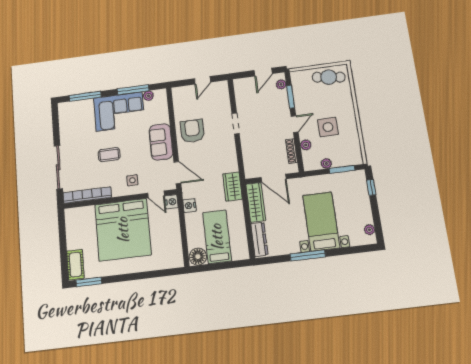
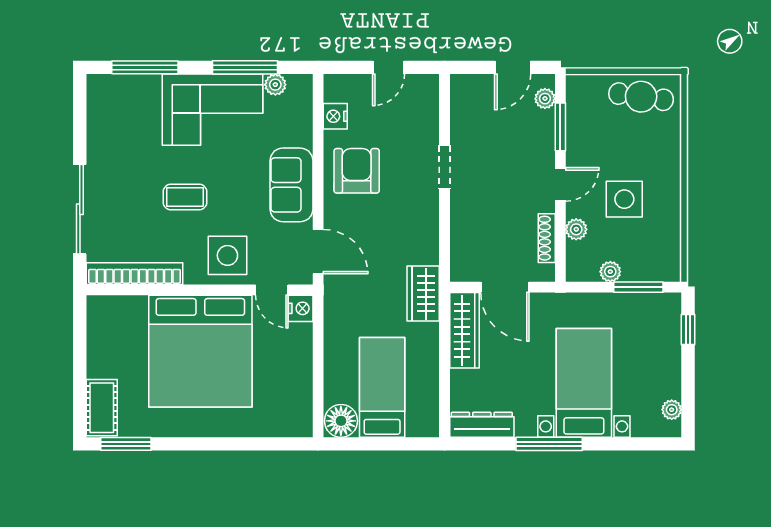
side table: (132, 180) -> (227, 255), width x1.87, depth x1.87
nightstand: (189, 206) -> (335, 116), moved
dresser: (259, 239) -> (482, 425), moved, turned -90

